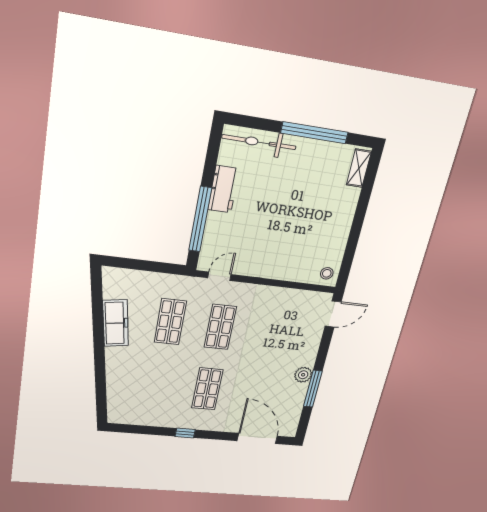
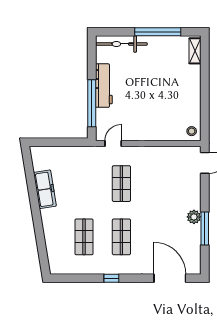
workbench: (223, 189) -> (104, 86), width x1.38
shop shelf: (170, 322) -> (84, 237), moved

